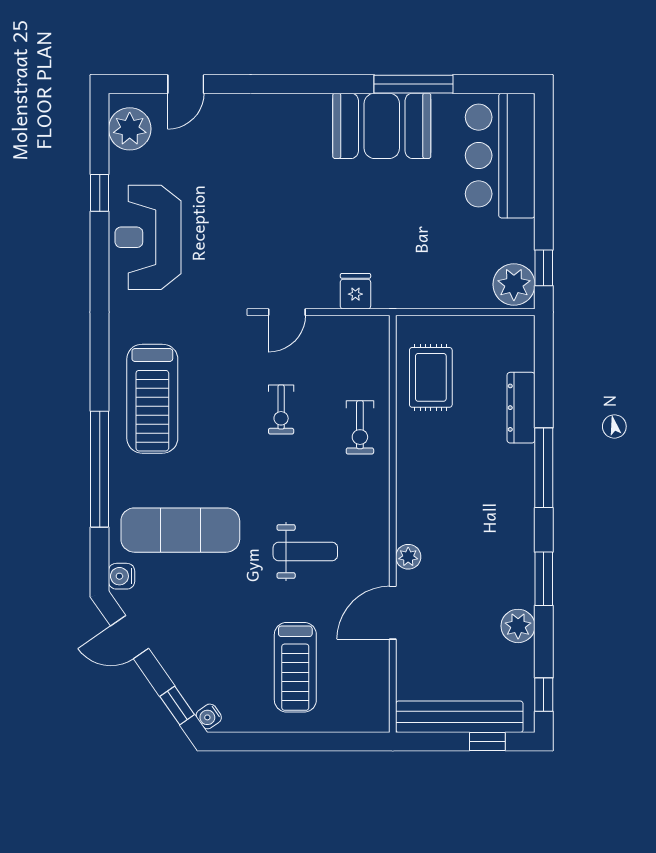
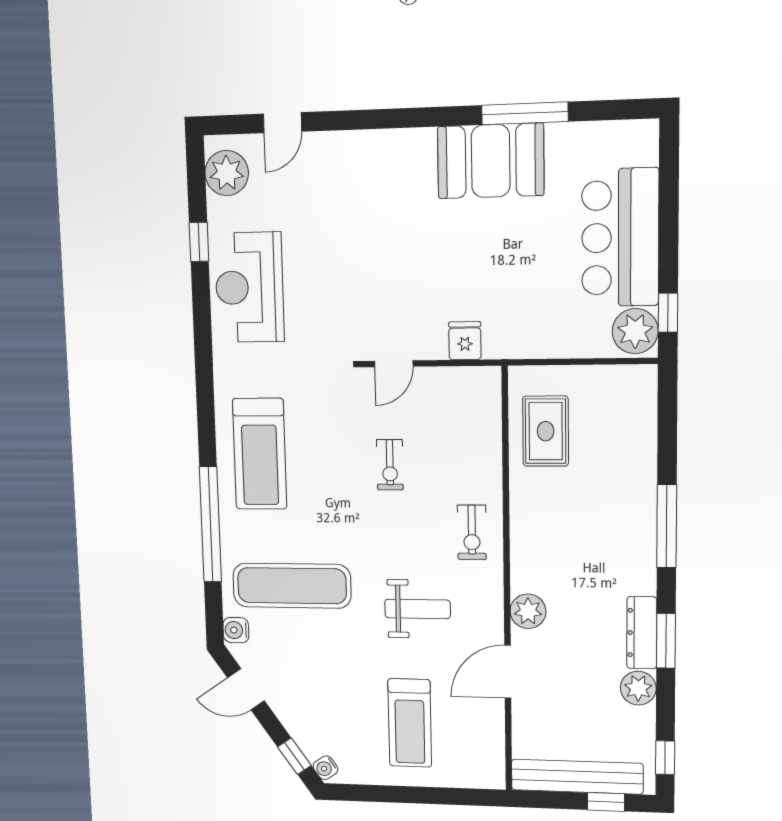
bar counter: (500, 156) -> (620, 238), moved
dresser: (521, 408) -> (642, 633), moved
exercise bike: (360, 427) -> (472, 532), moved
plant: (408, 557) -> (528, 611), width x1.38, depth x1.38

